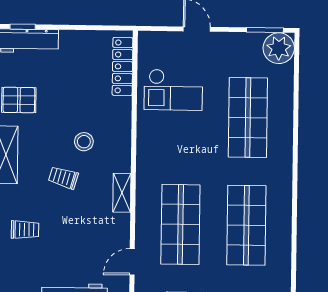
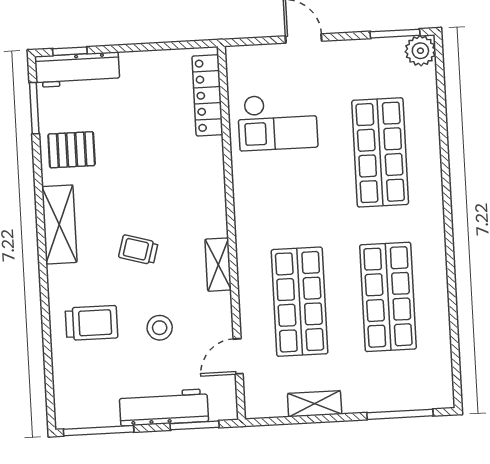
plant: (279, 48) -> (420, 51), width x0.73, depth x0.73
stool: (84, 142) -> (160, 328), moved
trolley: (25, 230) -> (92, 323), width x1.36, depth x1.39

